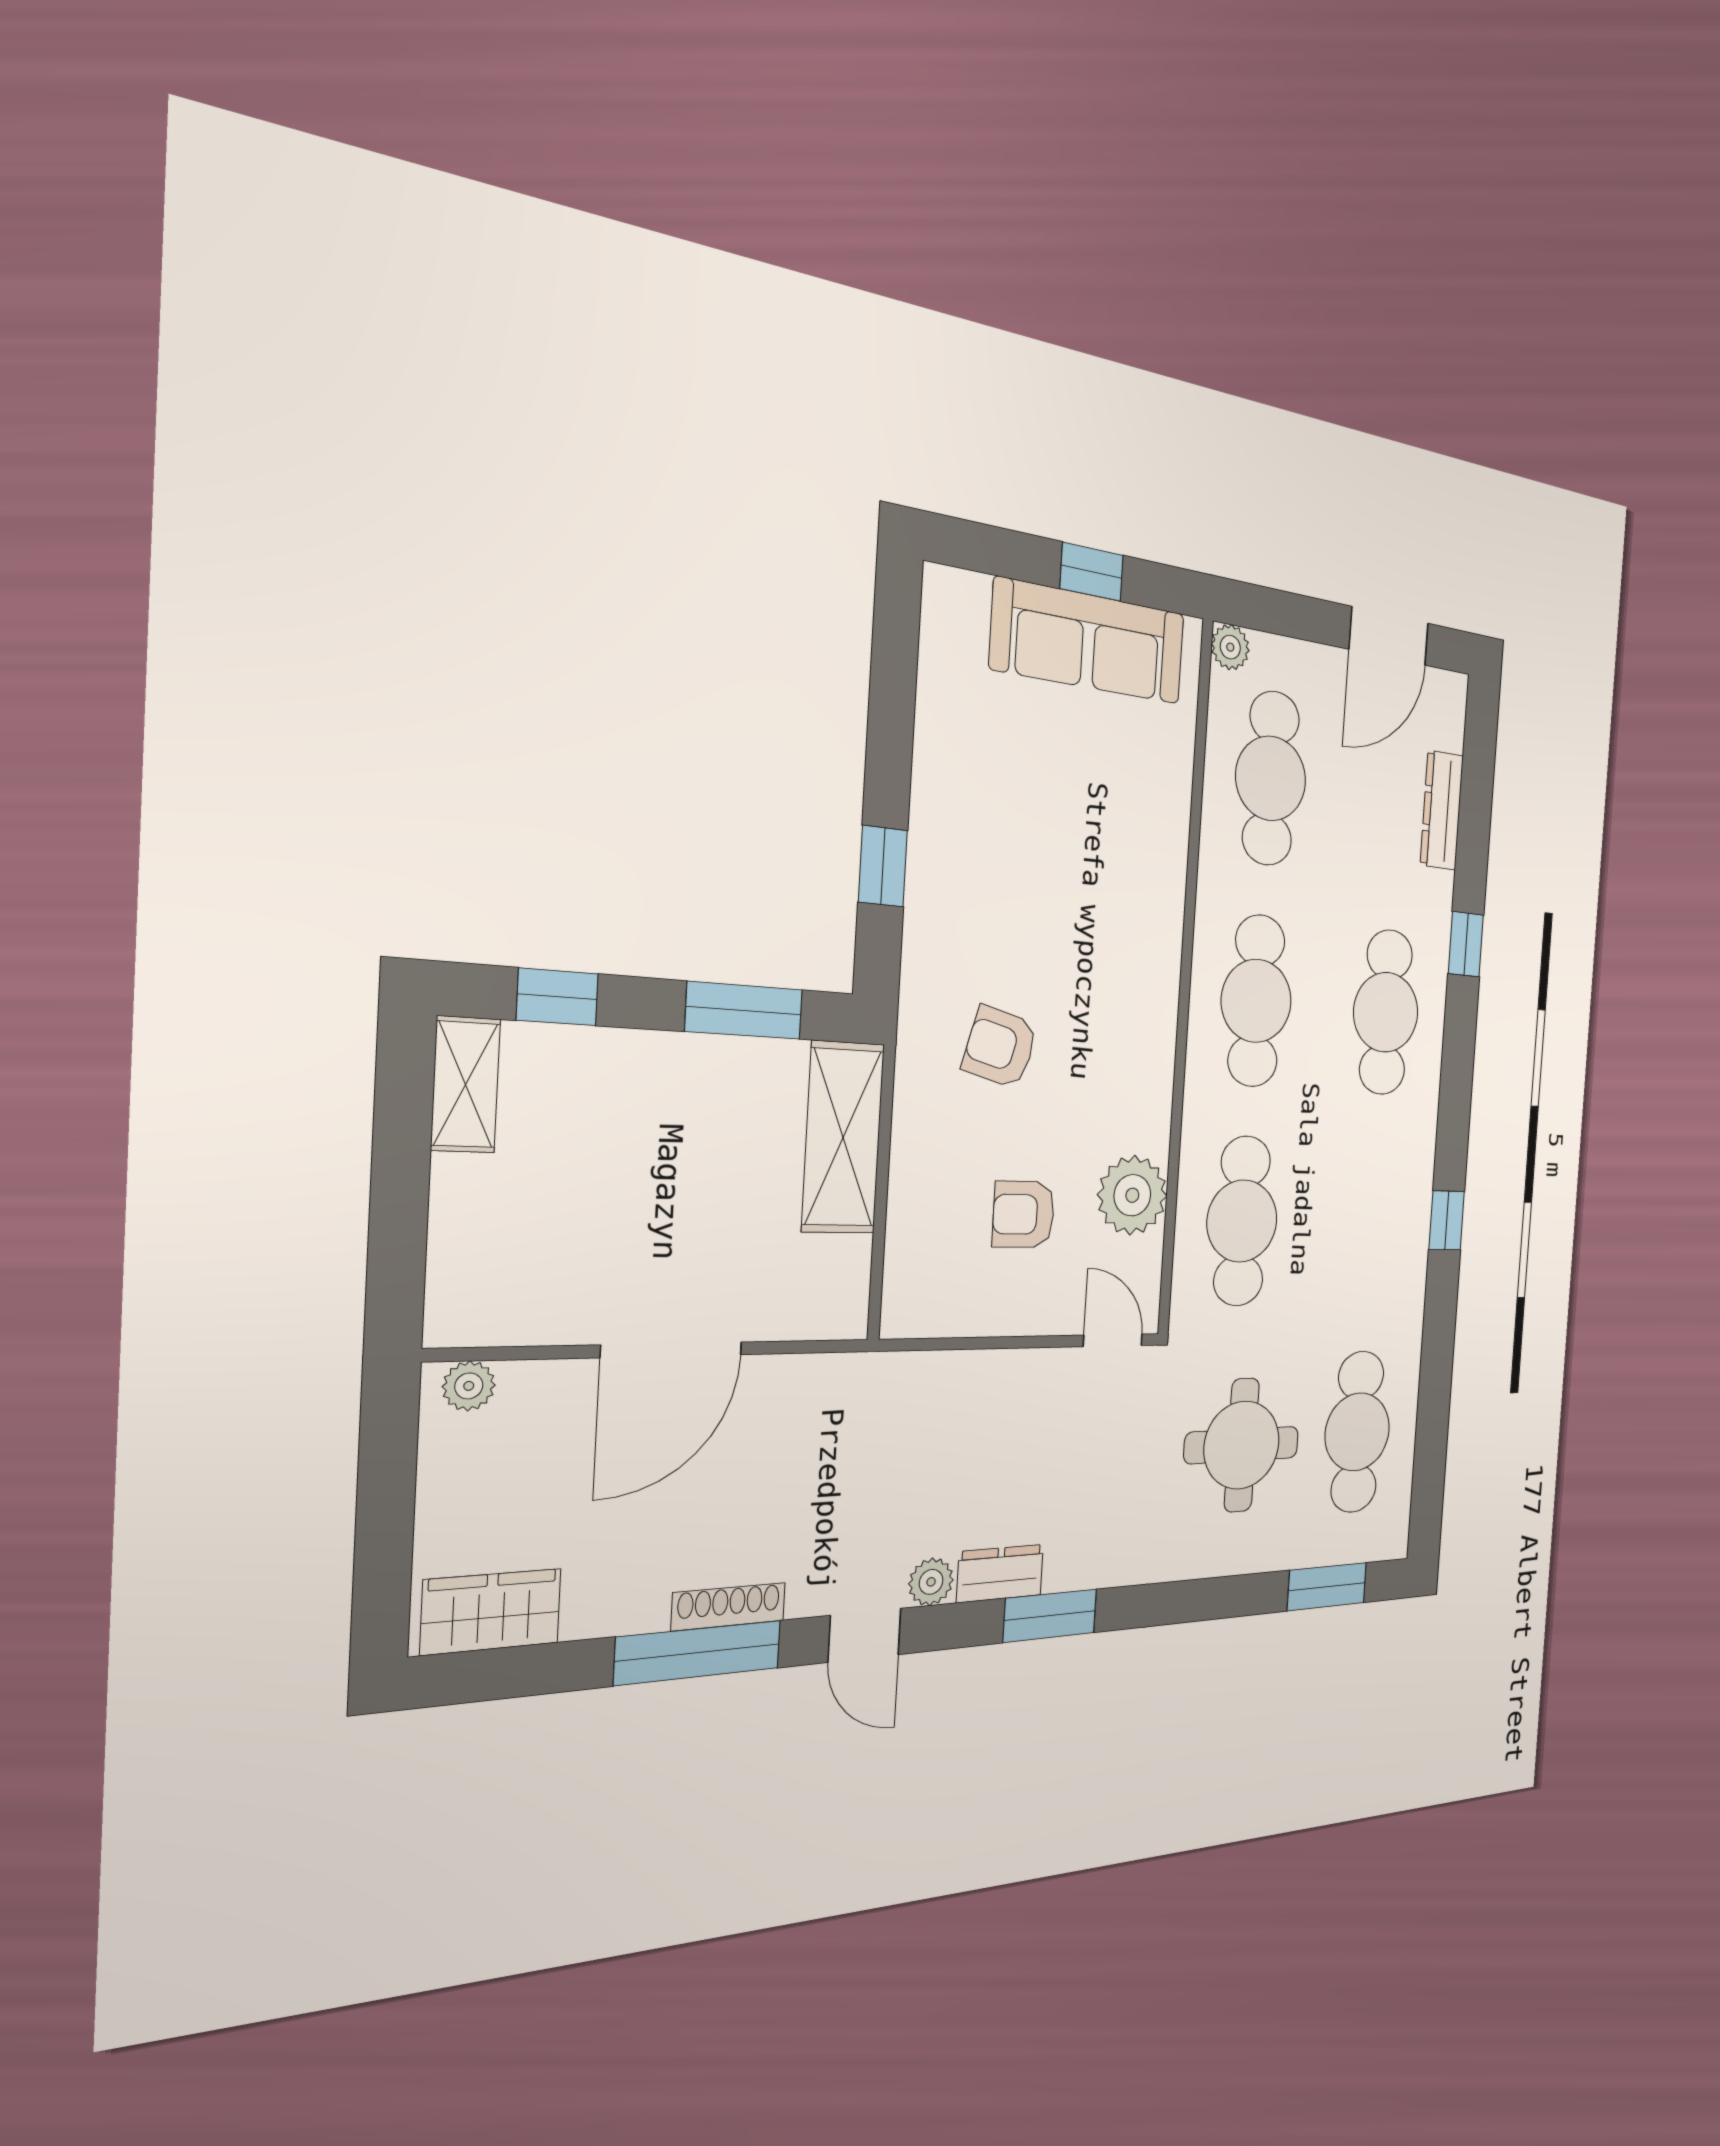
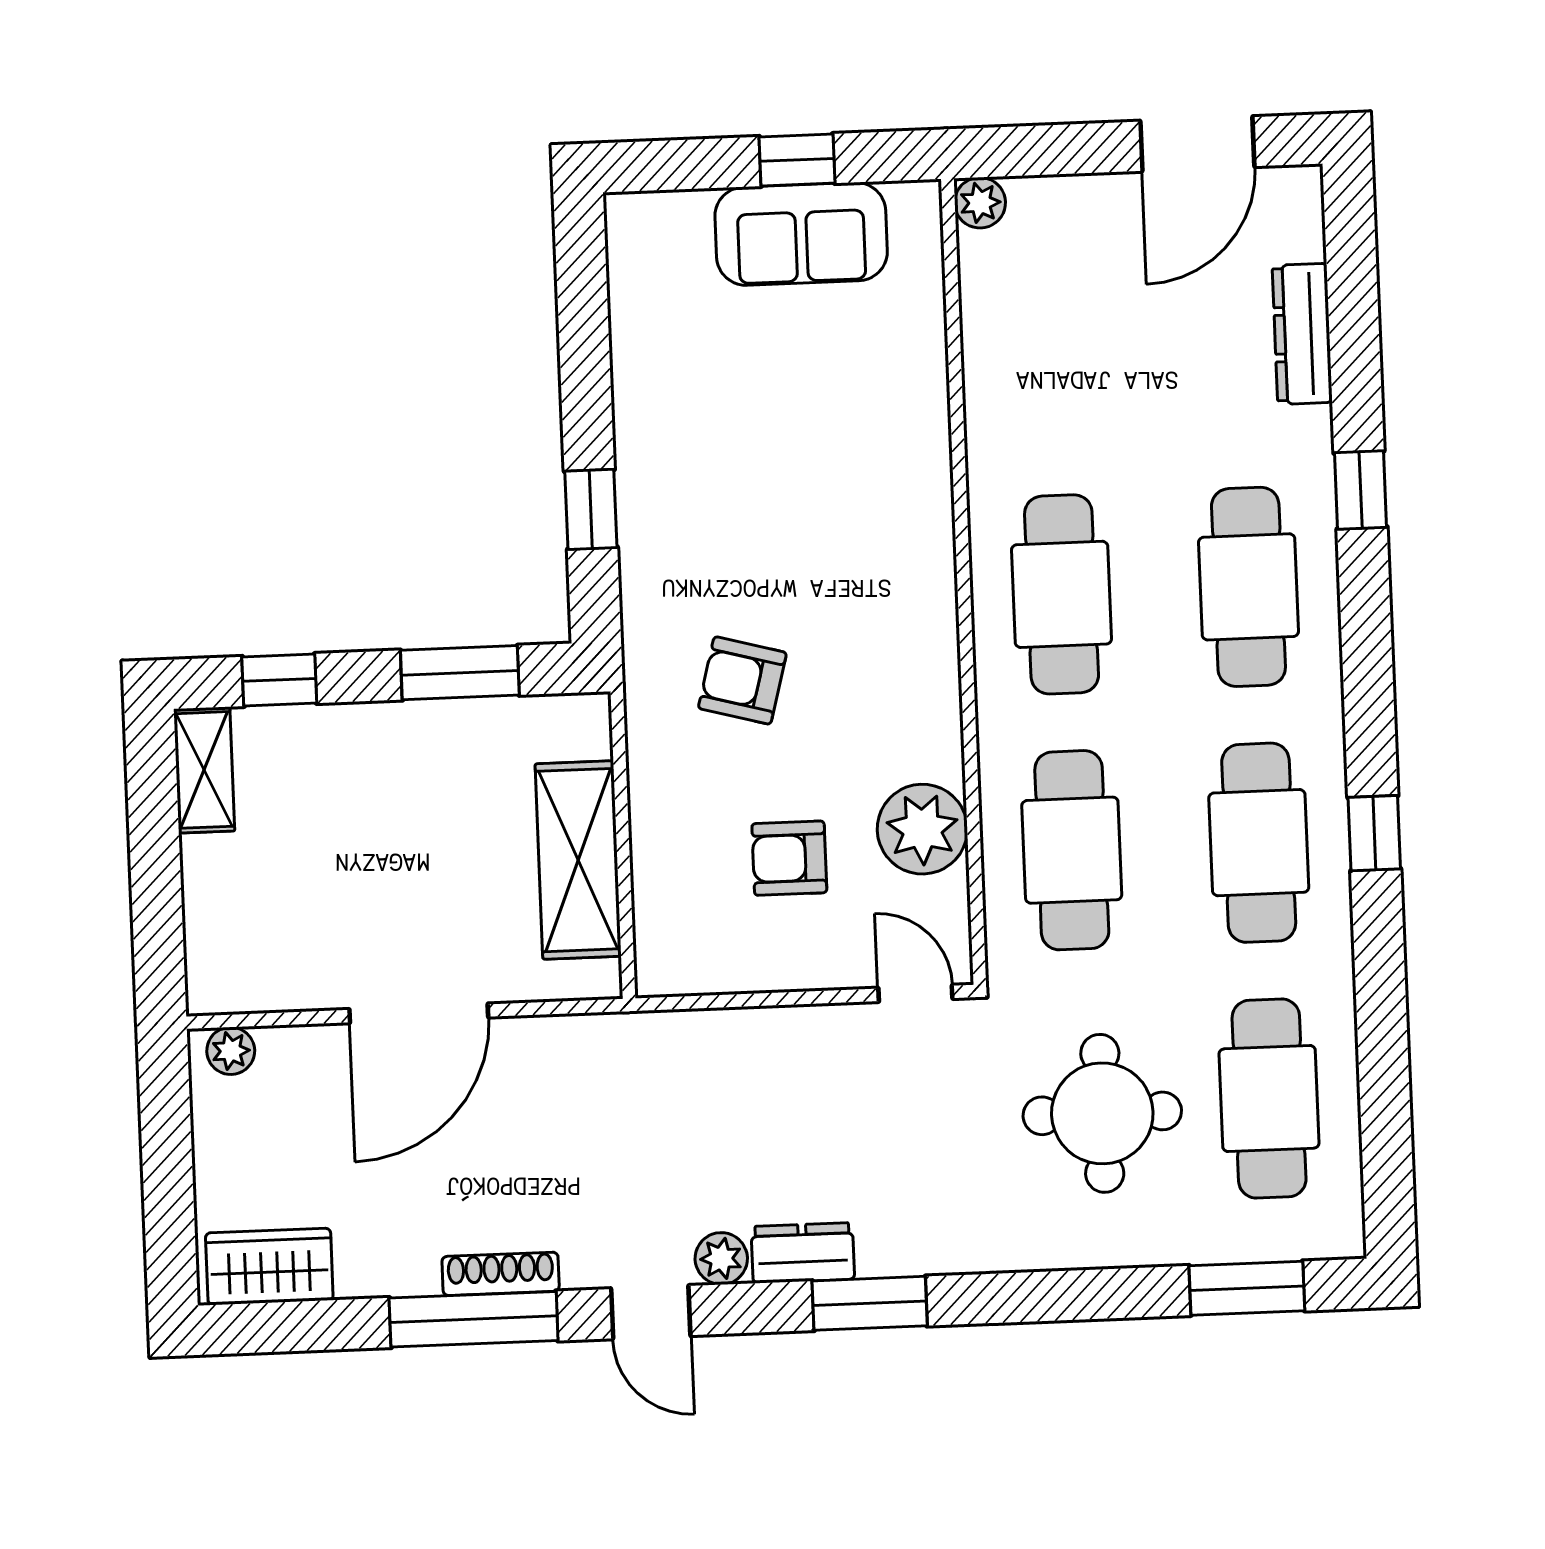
sofa: (1089, 641) -> (801, 234), width x0.73
cafe table: (1271, 778) -> (1259, 843), moved
shelving: (843, 1138) -> (578, 860), moved

